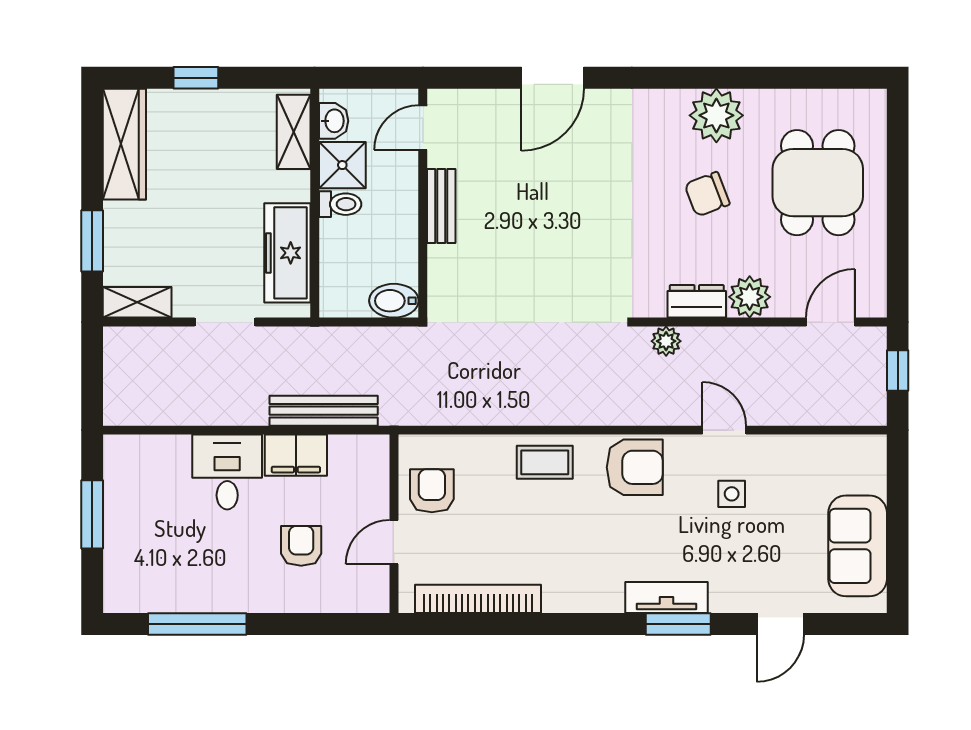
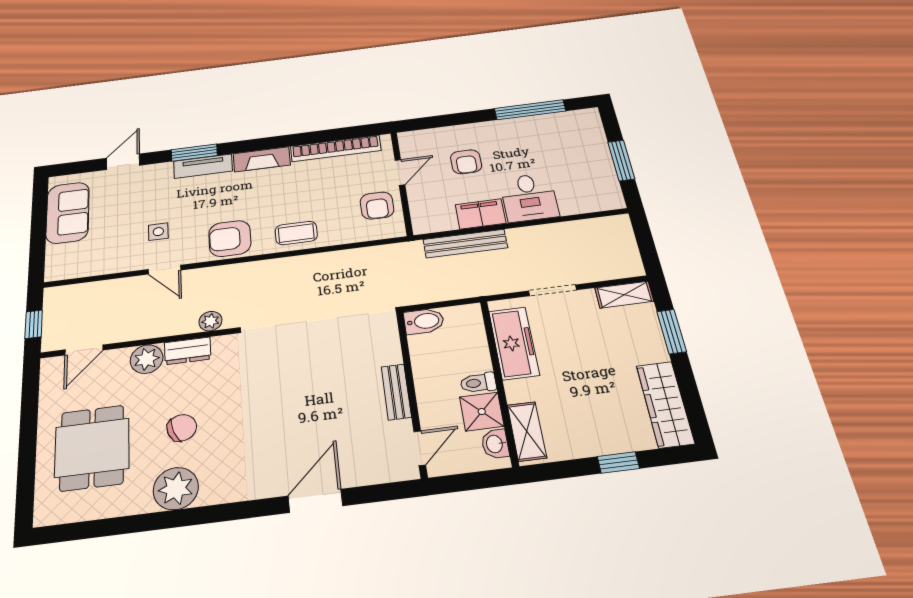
fireplace: (583, 596) -> (262, 159), added

